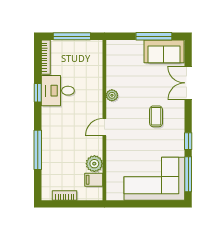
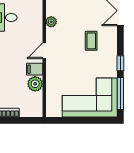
filing cabinet: (94, 180) -> (35, 69), moved

